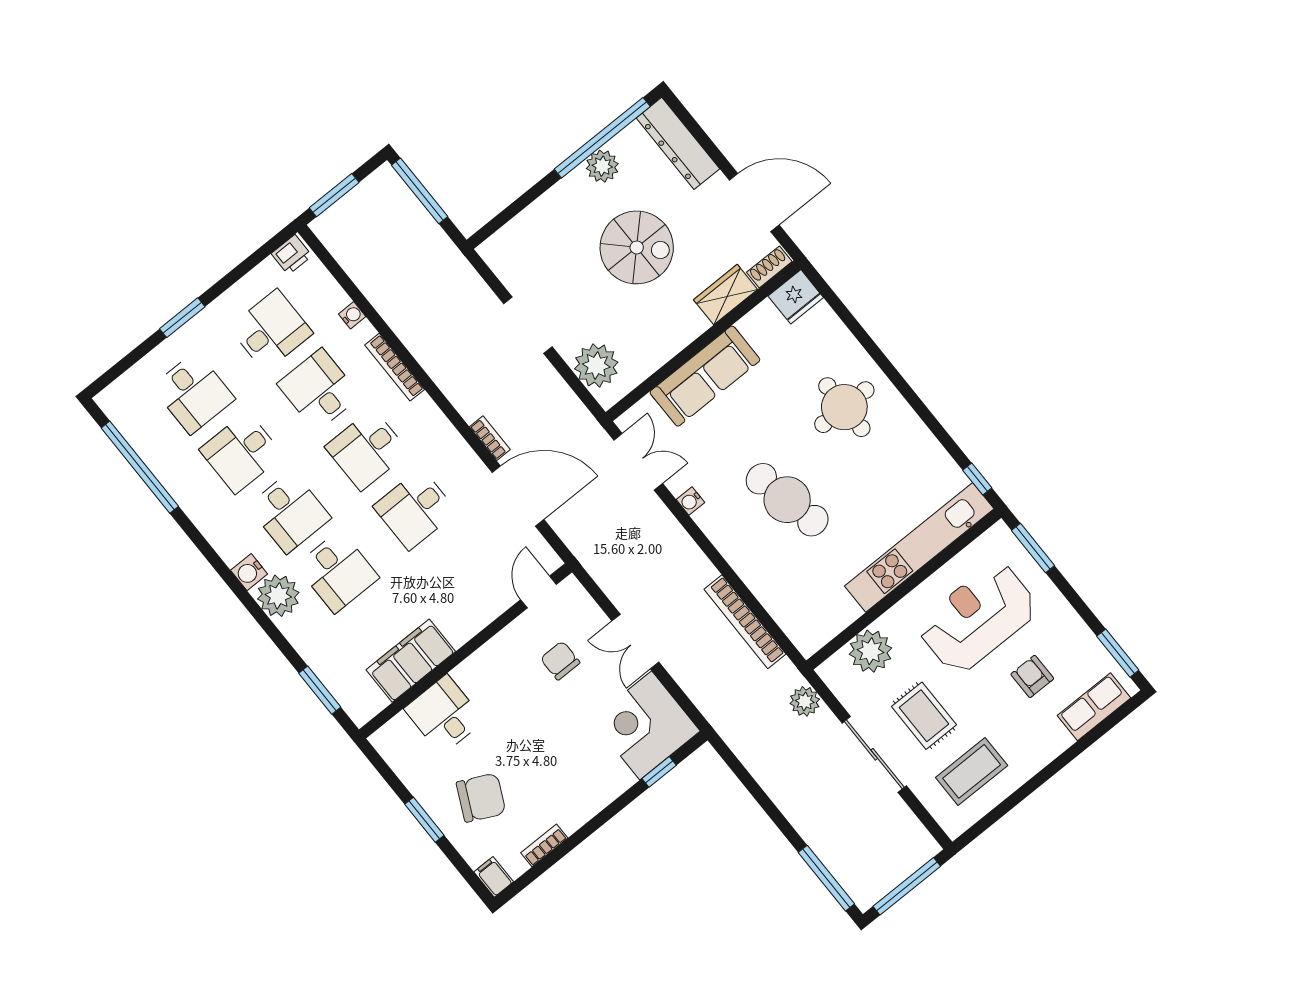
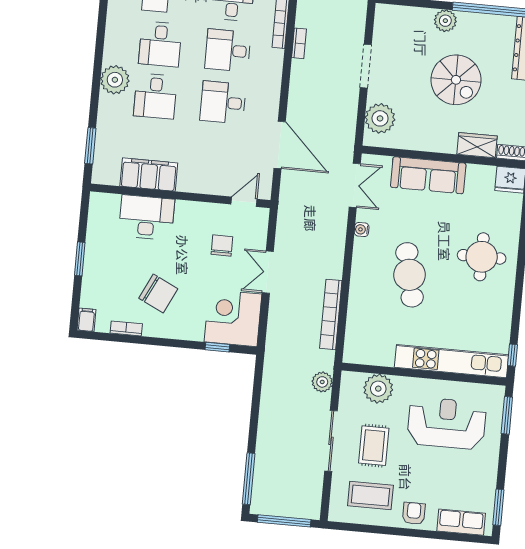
plant: (602, 166) -> (445, 21), moved
bookcase: (490, 438) -> (299, 43), moved
water cooler: (249, 572) -> (112, 54), removed
armchair: (1032, 676) -> (414, 513), moved
desk: (444, 715) -> (147, 217), width x1.37
chair: (481, 798) -> (158, 294), moved

